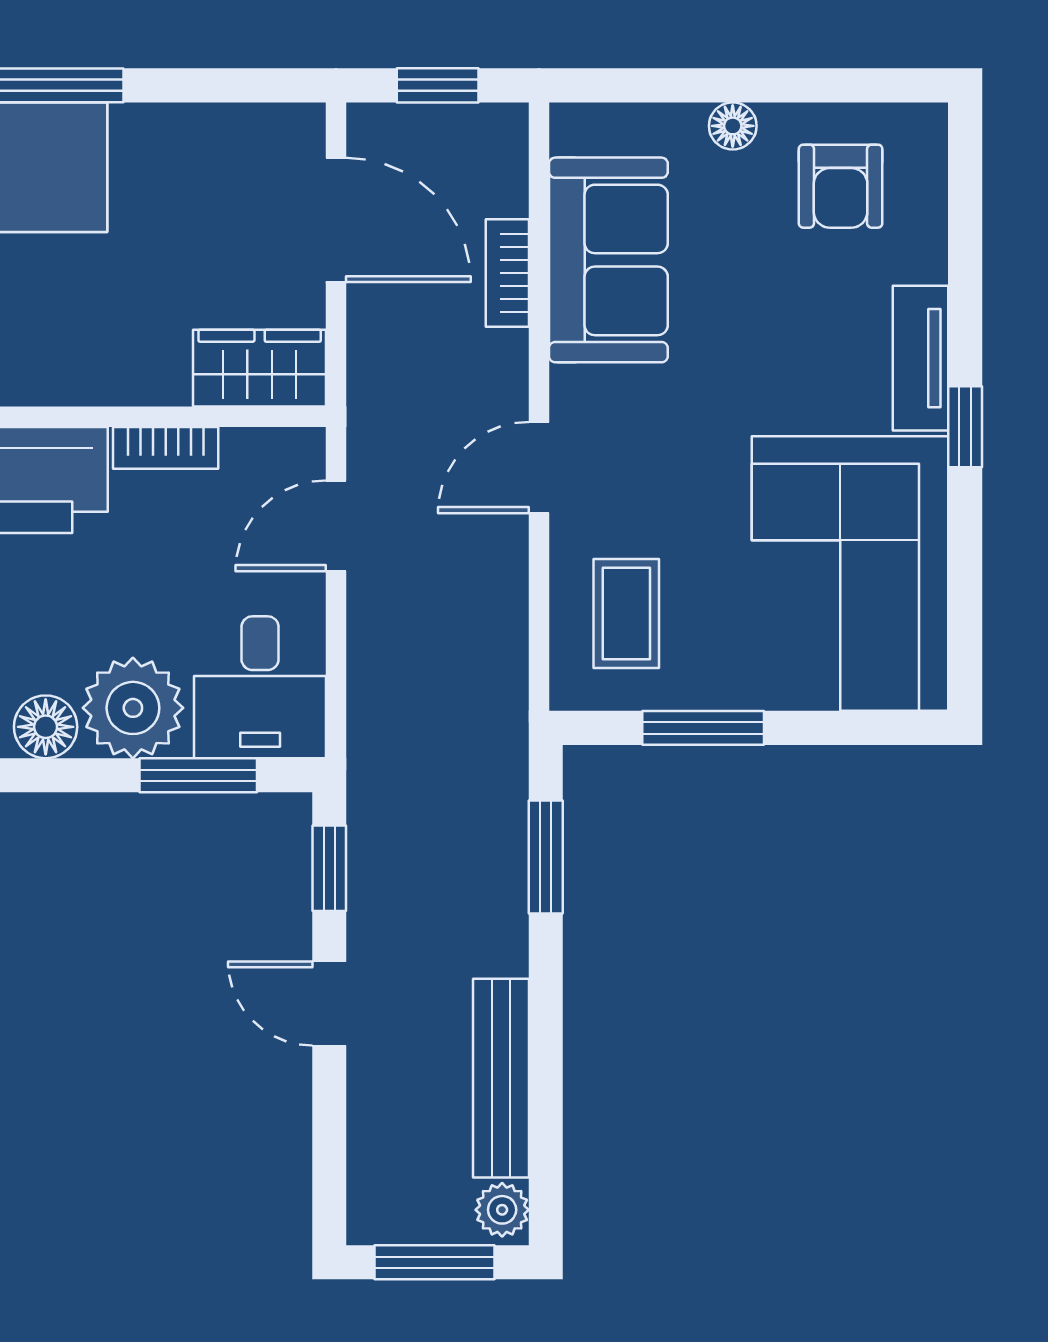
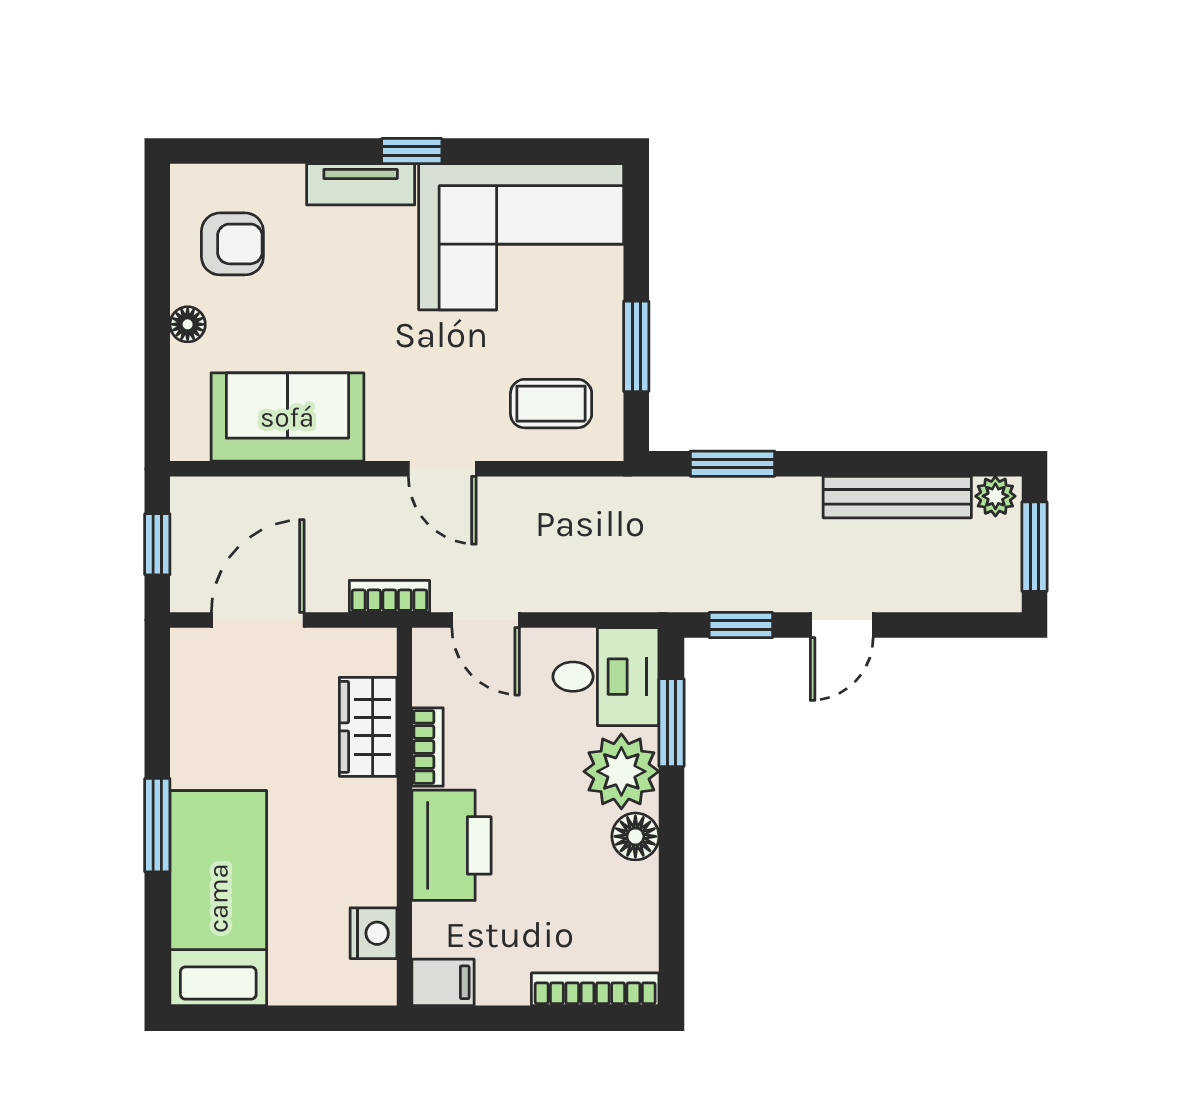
bookcase: (507, 273) -> (389, 596), moved, turned 180
wardrobe: (260, 368) -> (368, 727), moved

